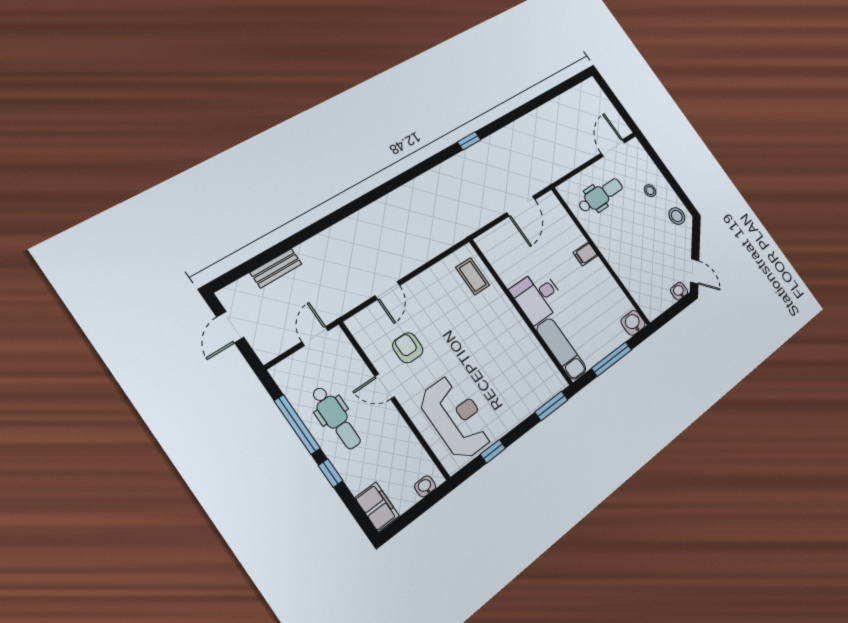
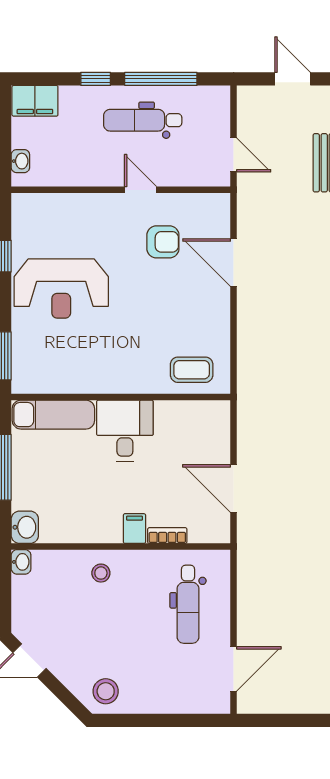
door: (613, 148) -> (234, 669), hinge flipped
stool: (650, 191) -> (101, 573), moved
bookcase: (575, 231) -> (167, 536), added
door: (387, 290) -> (234, 263), width x1.38
washbasin: (679, 291) -> (21, 562), moved
door: (385, 387) -> (141, 190), hinge flipped
reception desk: (456, 417) -> (61, 289), moved

